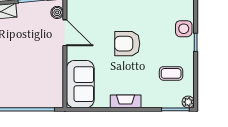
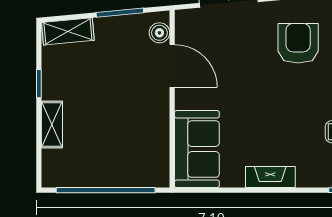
armchair: (127, 44) -> (298, 43), moved, turned 90

